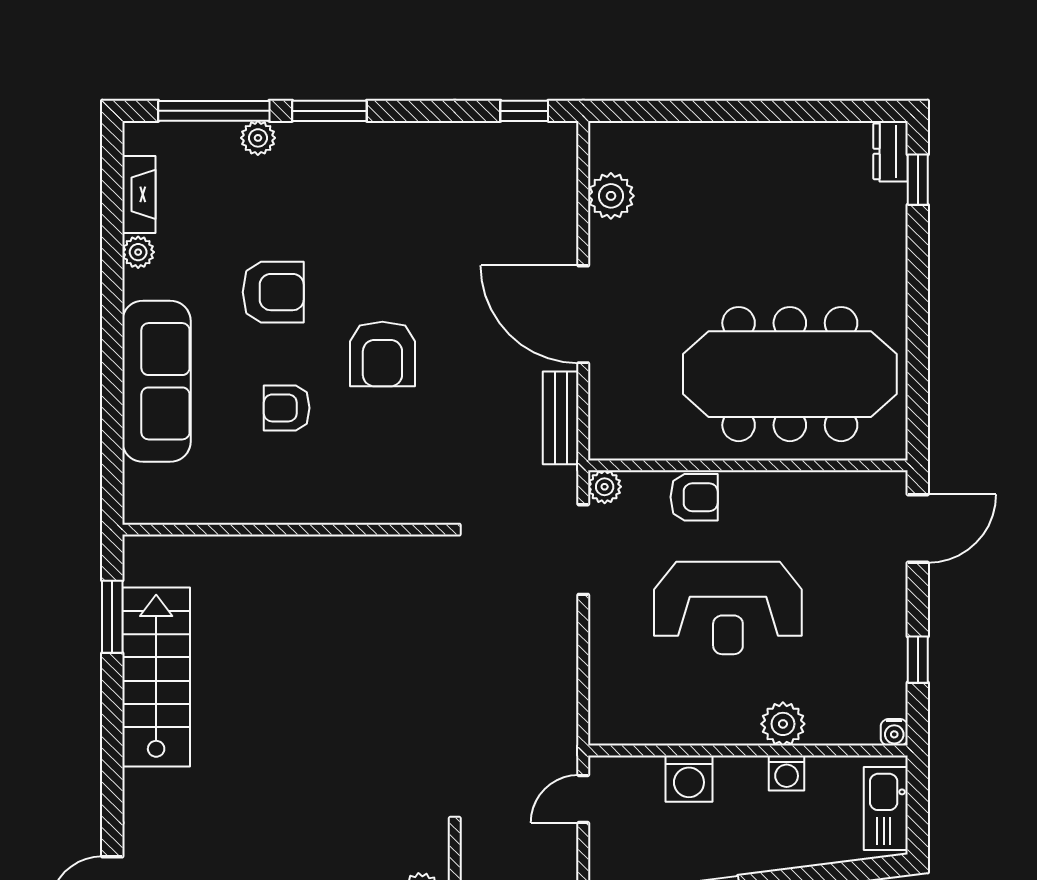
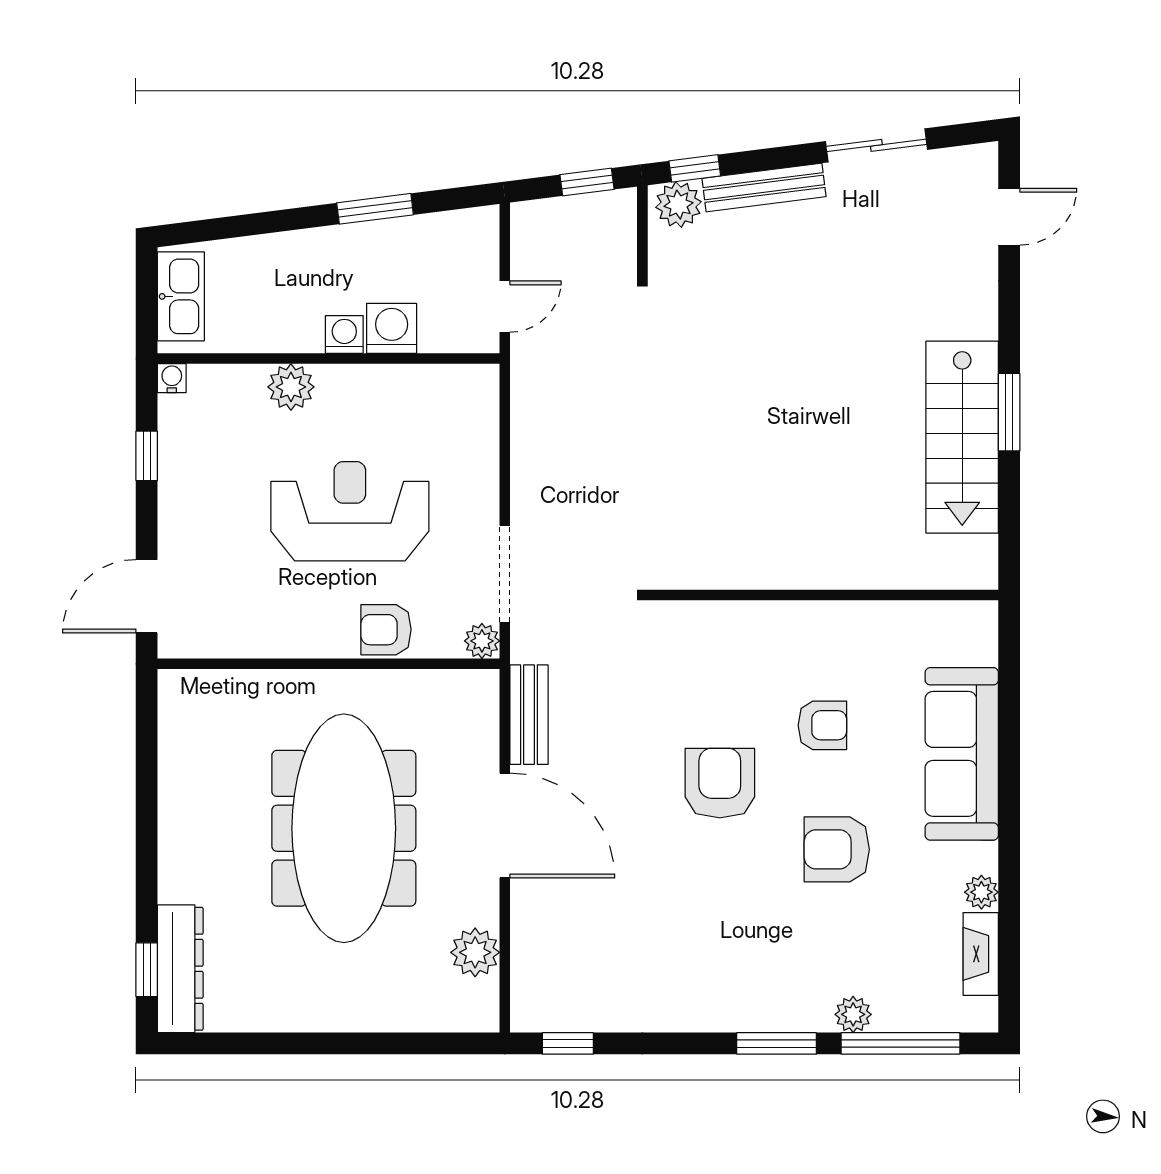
dresser: (891, 151) -> (180, 969), width x1.96, depth x1.24
meeting table: (790, 374) -> (344, 828), moved, turned 90
window: (112, 617) -> (1009, 412), moved
washing machine: (787, 773) -> (344, 334), moved

